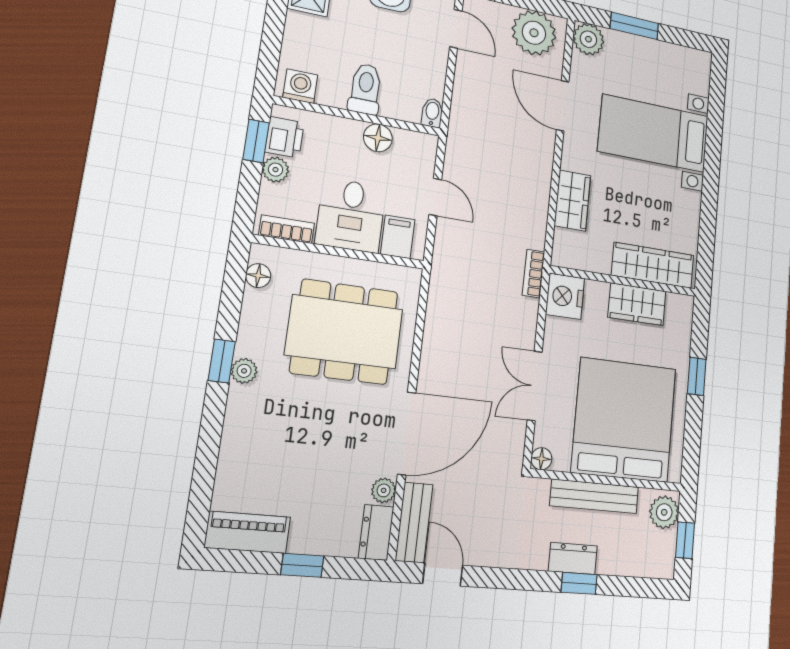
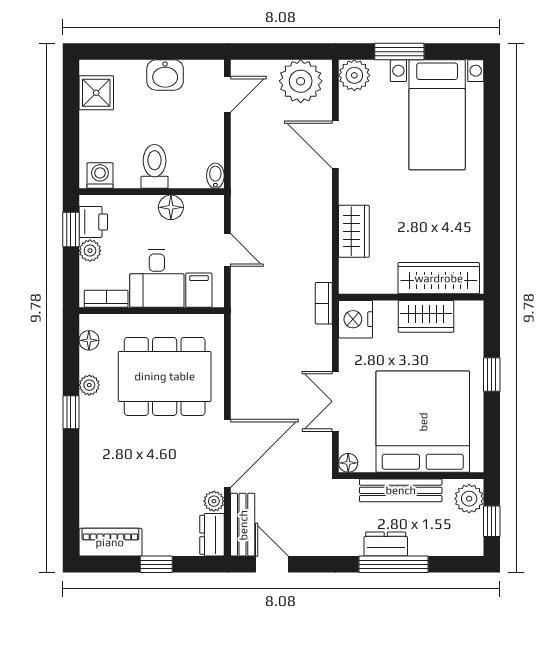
door: (456, 29) -> (227, 94), hinge flipped
bed with nightstands: (654, 133) -> (437, 115), moved, turned -90
plant: (244, 371) -> (89, 385), moved
window: (579, 583) -> (394, 564), width x2.17

